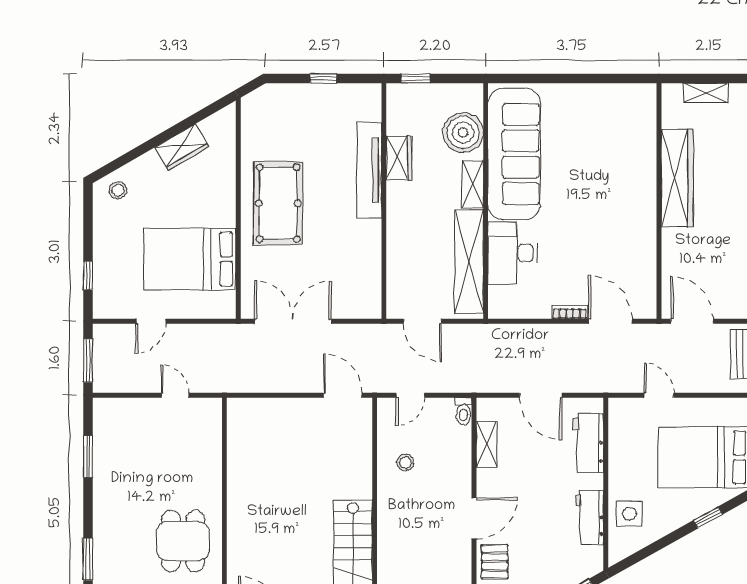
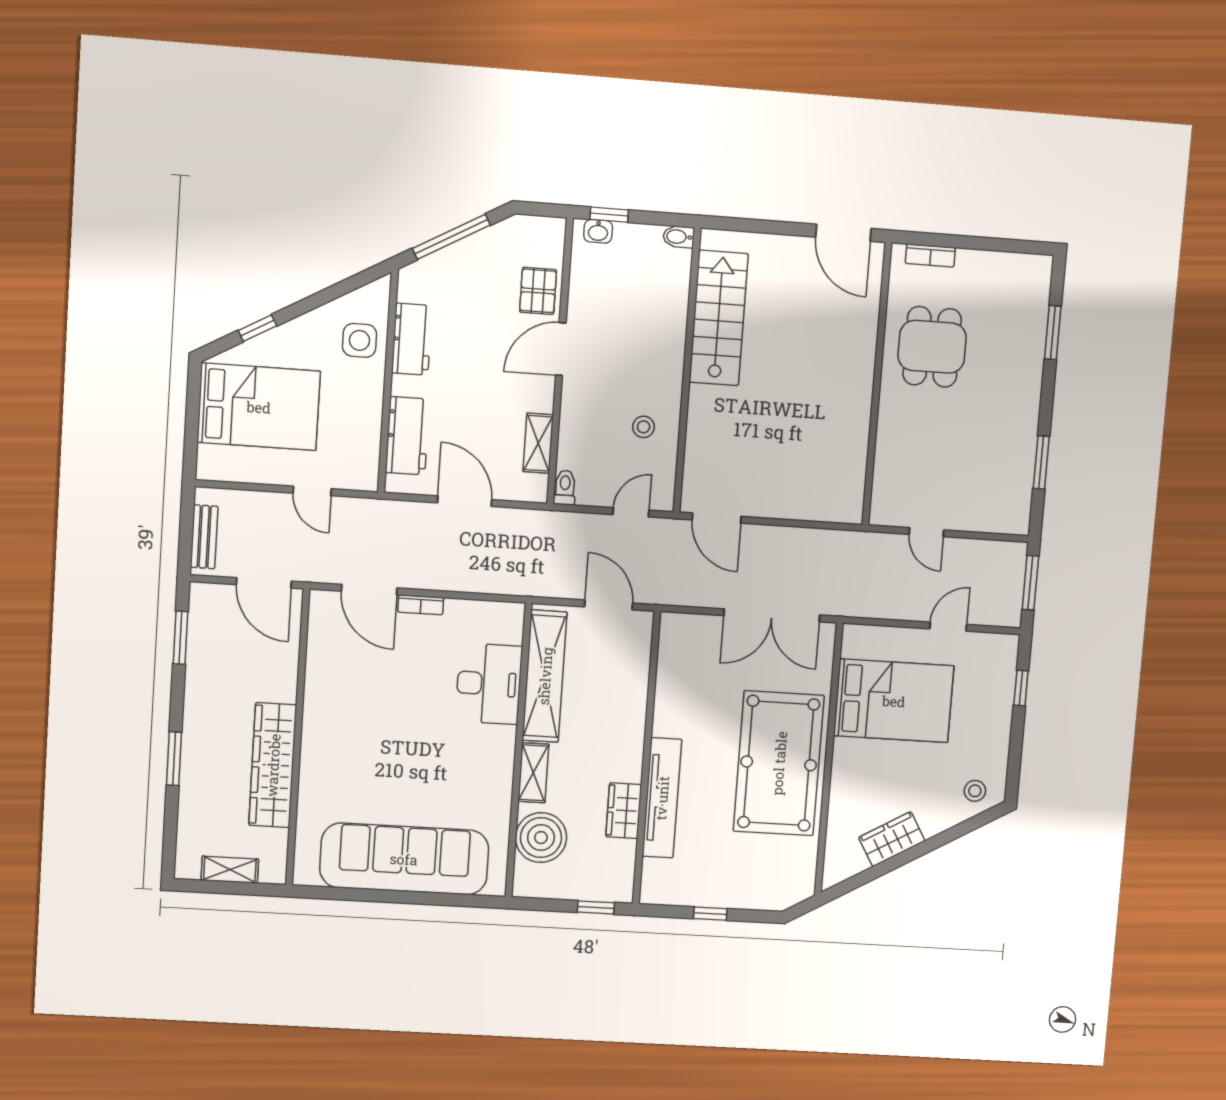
sofa: (514, 154) -> (404, 859), moved, turned 90
pool table: (278, 203) -> (779, 763), width x1.36, depth x1.32

